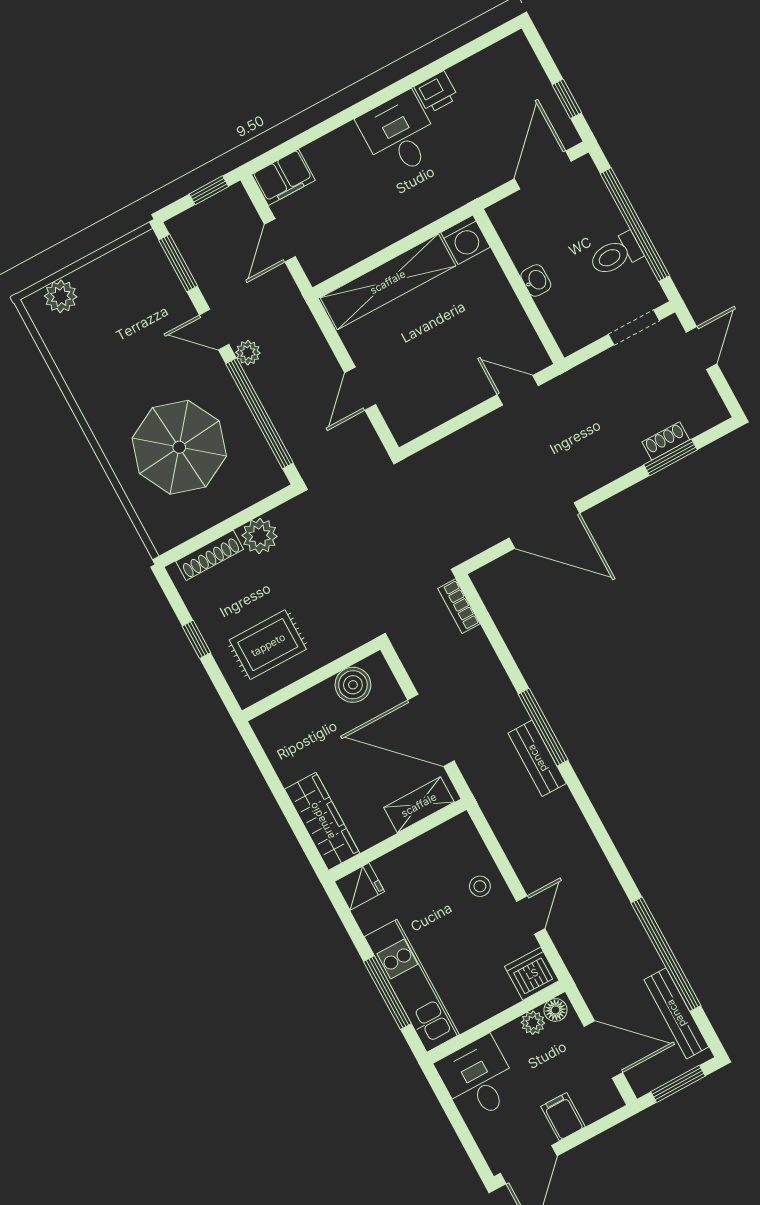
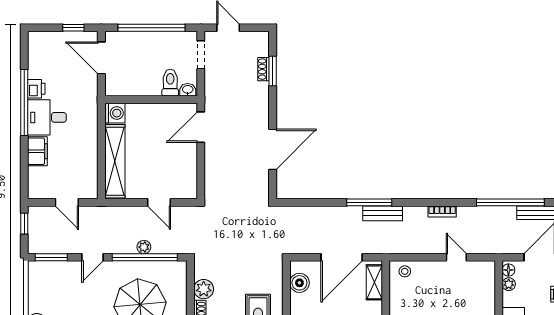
window: (404, 85) -> (24, 102), added
filing cabinet: (283, 177) -> (37, 151), moved
toilet: (616, 254) -> (170, 83), moved, turned 180
washbasin: (536, 280) -> (188, 90), moved
plant: (248, 353) -> (144, 247), moved
door: (518, 390) -> (201, 127), width x1.38
bookcase: (459, 606) -> (442, 211), moved
stool: (480, 886) -> (405, 271), moved
dishwasher: (532, 974) -> (485, 272), removed

